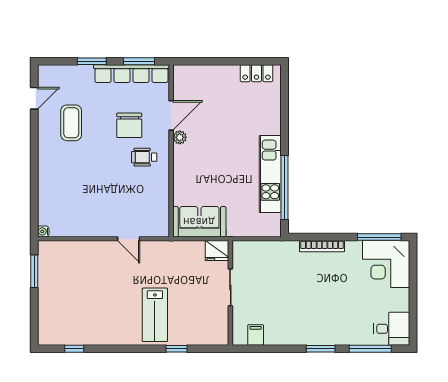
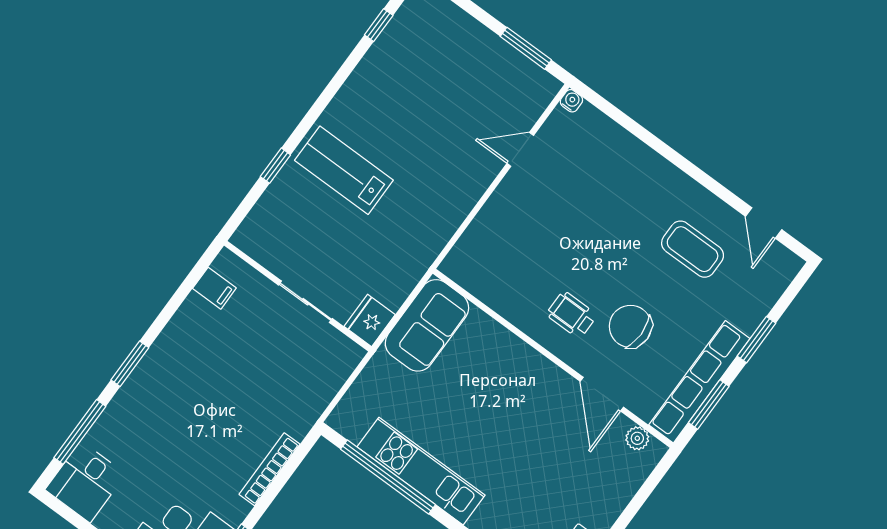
plant: (180, 137) -> (637, 438), moved
wheelchair: (144, 157) -> (572, 315), turned -90
door: (129, 239) -> (520, 149), moved

